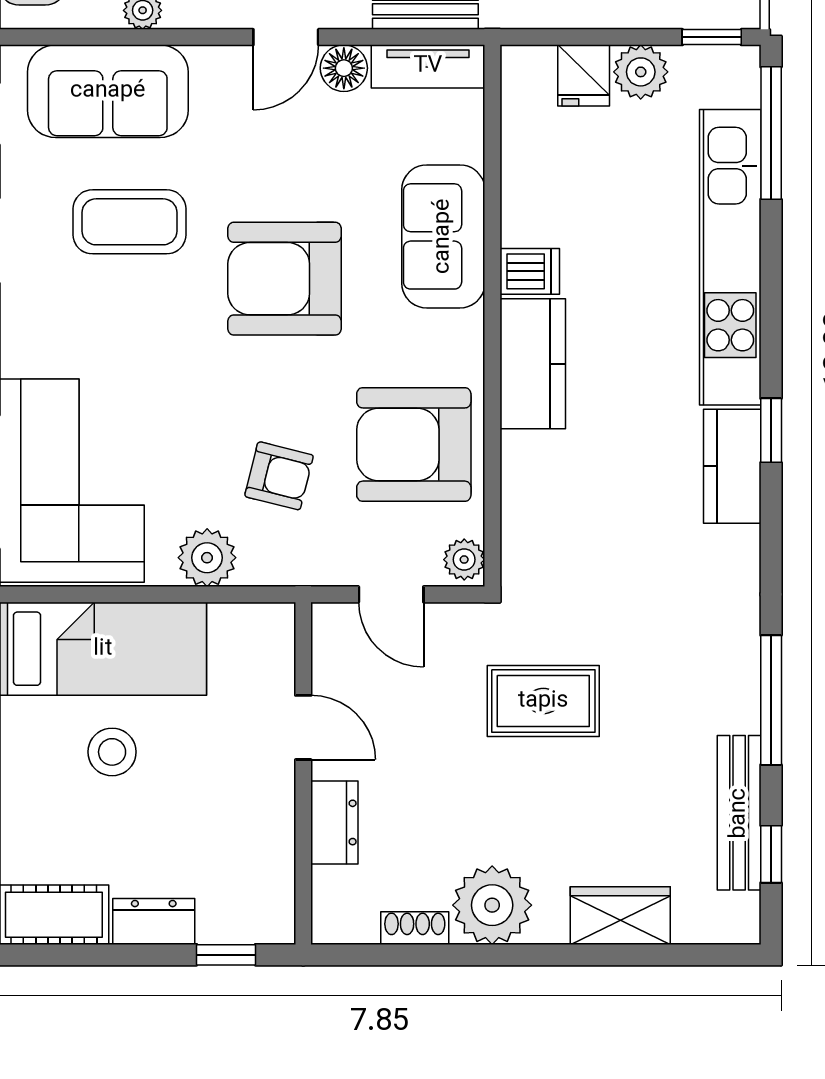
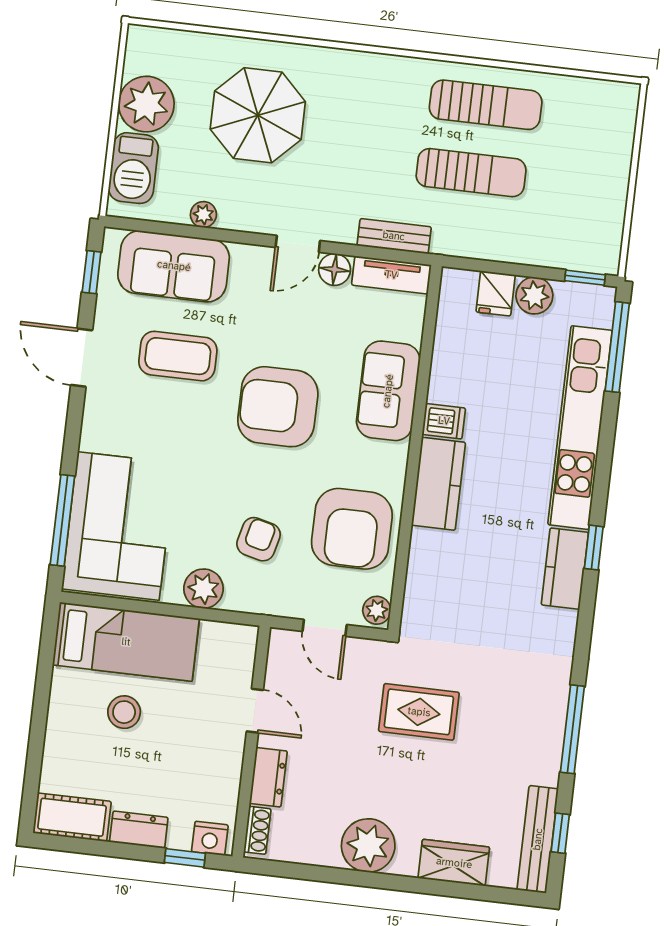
armchair: (414, 445) -> (352, 529), turned -90
armchair: (279, 476) -> (259, 539), turned -90
bench: (739, 813) -> (538, 839), moved
nightstand: (259, 922) -> (210, 838), added
shoe rack: (415, 928) -> (257, 830), moved, turned 90

